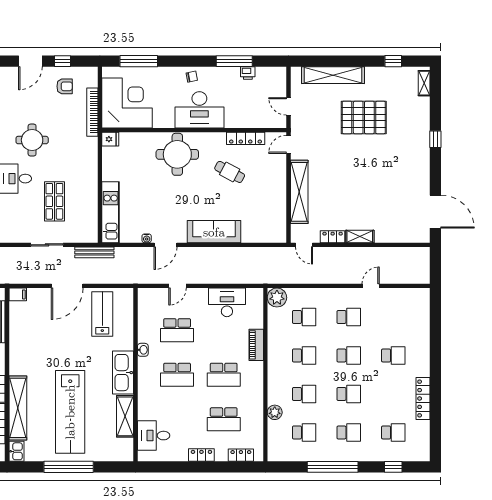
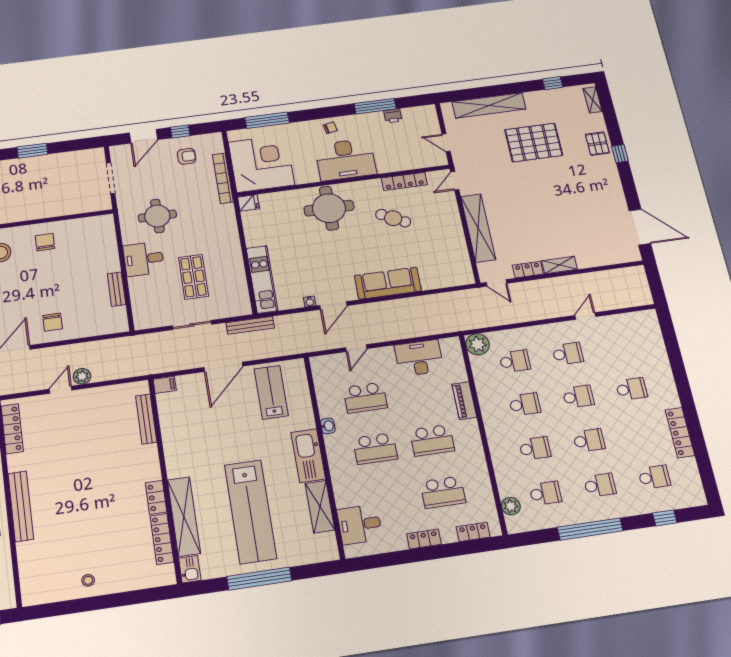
pallet: (418, 127) -> (597, 144), added
plant: (275, 412) -> (511, 506), moved

